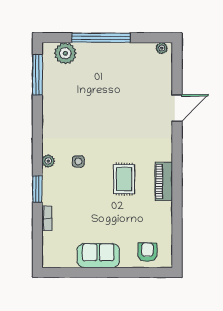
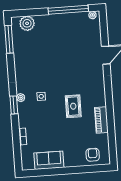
window: (101, 38) -> (68, 10), moved
piano: (164, 181) -> (101, 120), moved
window: (37, 189) -> (14, 105), moved
sofa: (98, 256) -> (49, 160), moved

